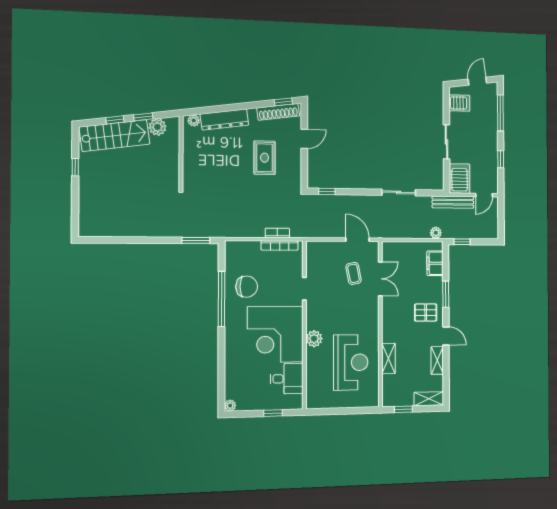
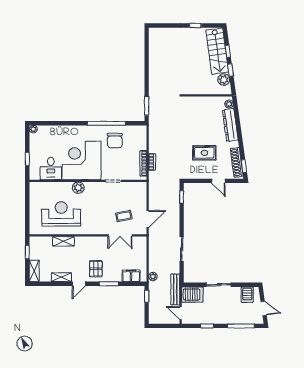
reception desk: (351, 362) -> (61, 214), turned 180

